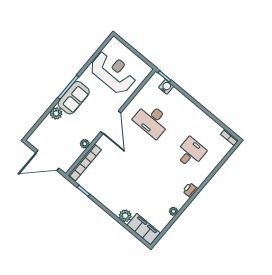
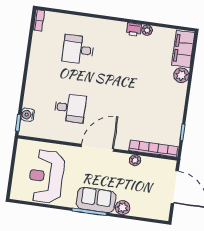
desk: (152, 120) -> (70, 108), width x0.73
printer: (190, 190) -> (134, 29), moved

